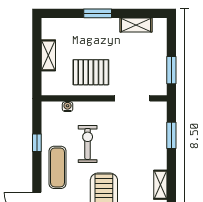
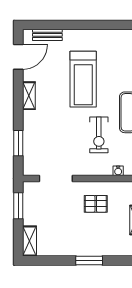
shelving: (136, 25) -> (29, 241), moved, turned 90
pallet: (91, 72) -> (96, 204), width x0.67, depth x0.71

